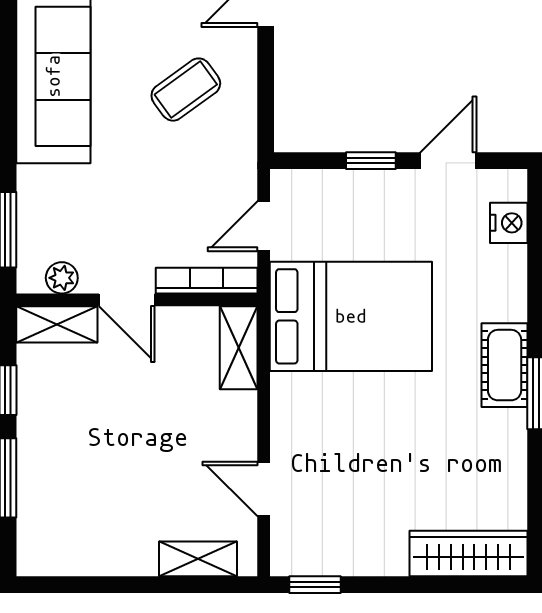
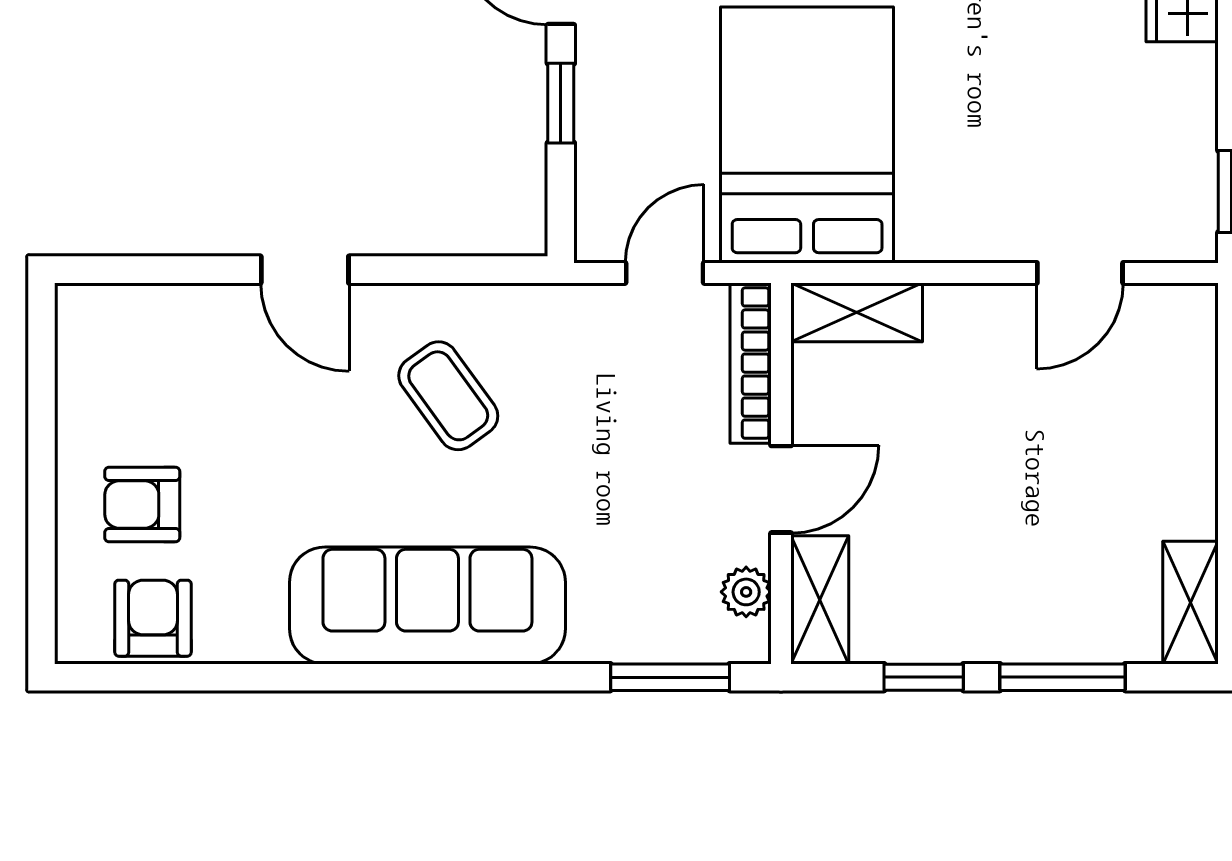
door: (264, 226) -> (665, 273), swing flipped
shelving: (198, 559) -> (1191, 603), moved

